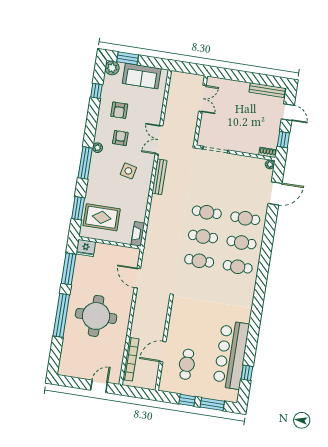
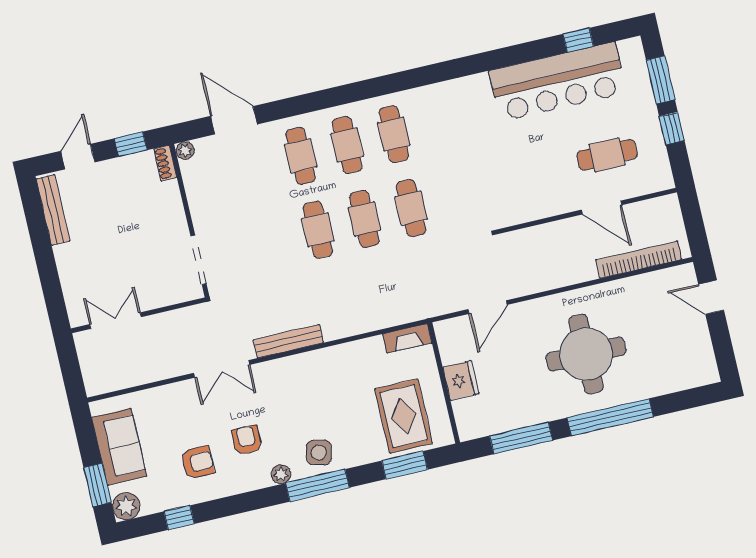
armchair: (120, 138) -> (247, 440), turned 90
side table: (128, 171) -> (319, 453), moved
fridge: (86, 248) -> (461, 380), moved

